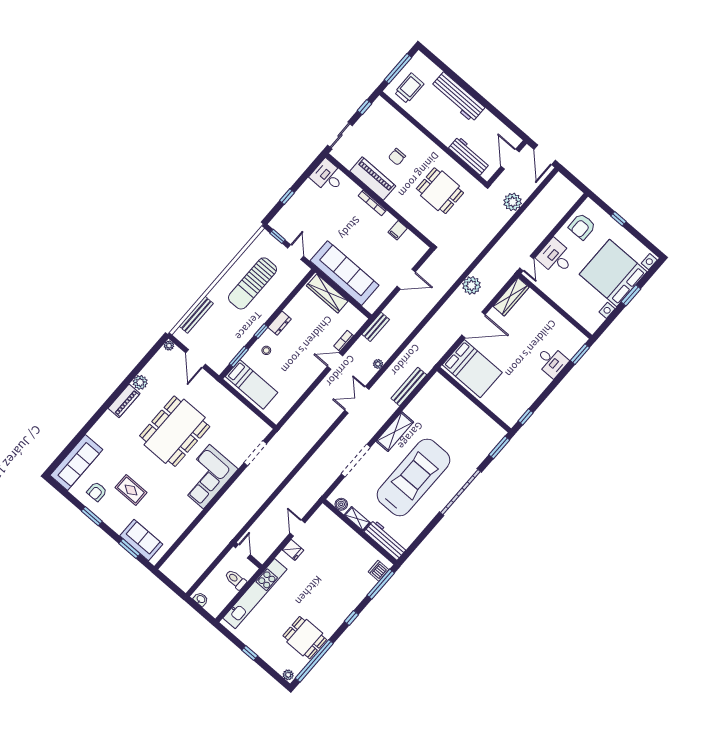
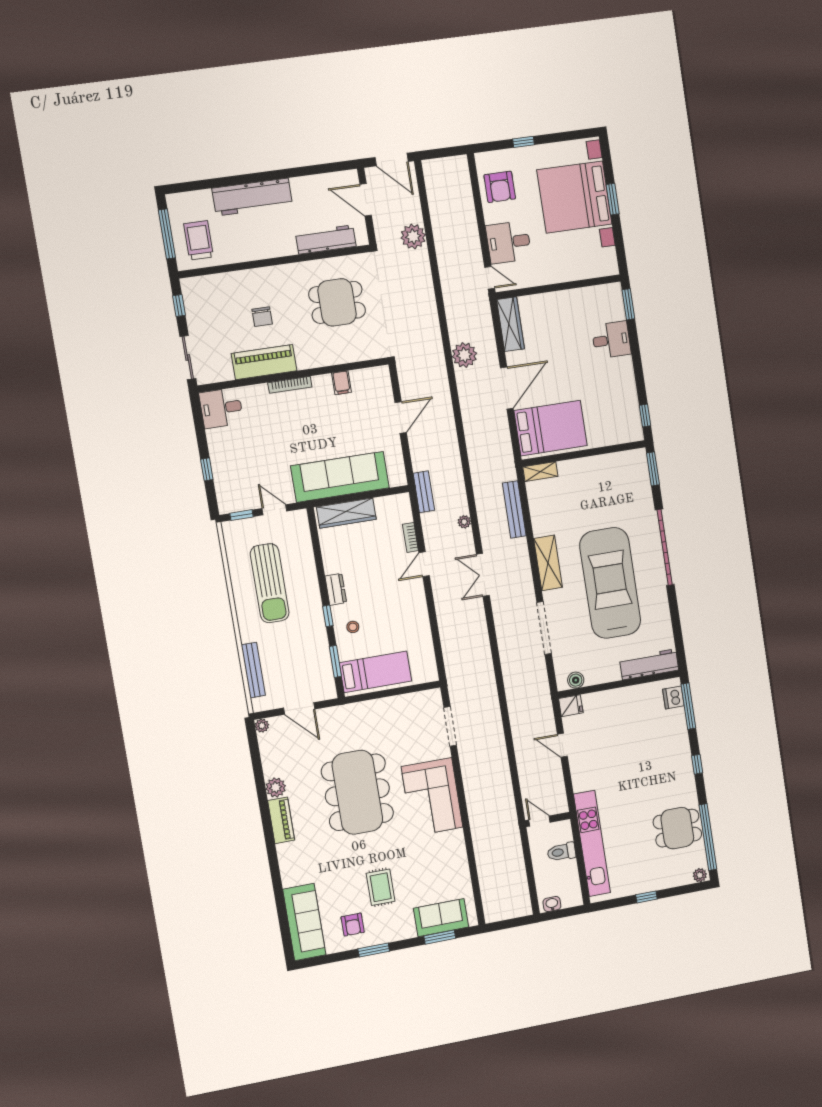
rug: (131, 490) -> (381, 887), turned 90
shelving: (357, 519) -> (540, 472), moved
fridge: (293, 550) -> (571, 706), moved

